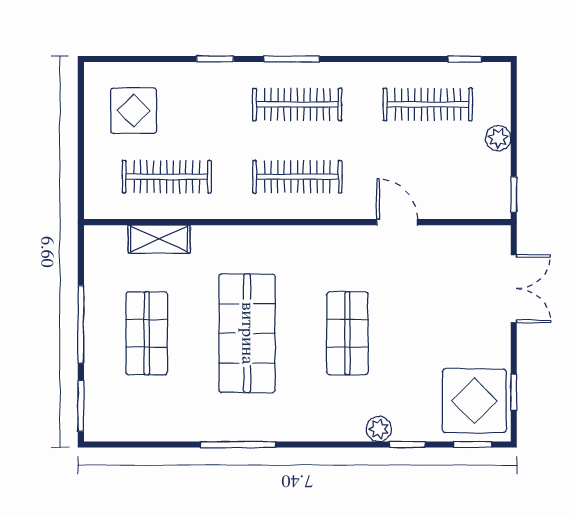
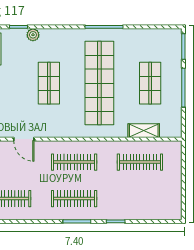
display table: (134, 111) -> (157, 195), removed
shop shelf: (247, 333) -> (99, 83), width x1.40

